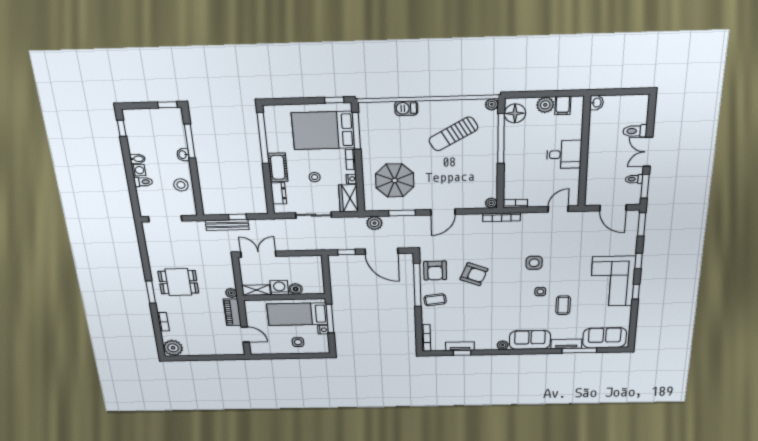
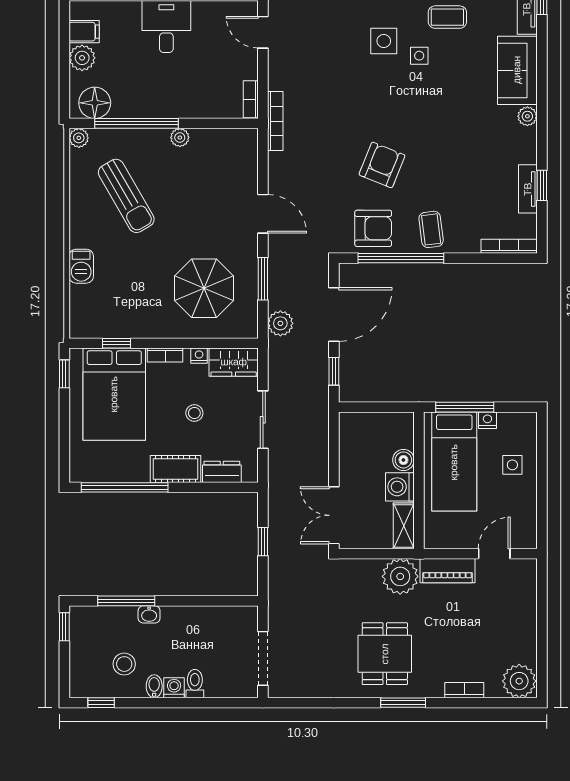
window: (356, 131) -> (117, 343), width x0.46
stool: (181, 185) -> (124, 664), moved
plant: (491, 203) -> (180, 138), moved
bench: (227, 225) -> (277, 560), removed
side table: (534, 263) -> (384, 41), moved
plant: (231, 293) -> (400, 576), width x1.87, depth x1.87

